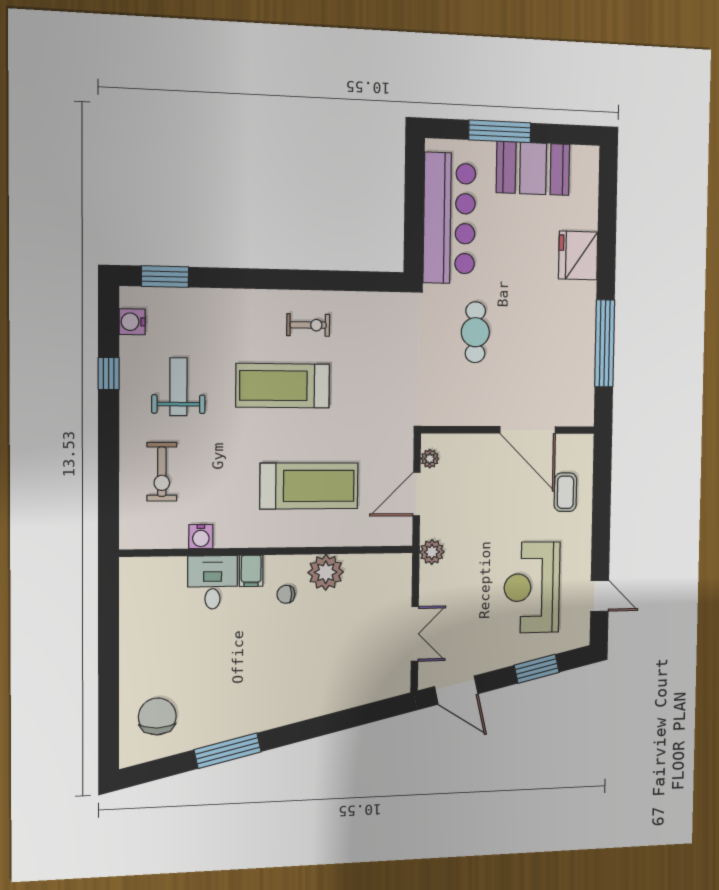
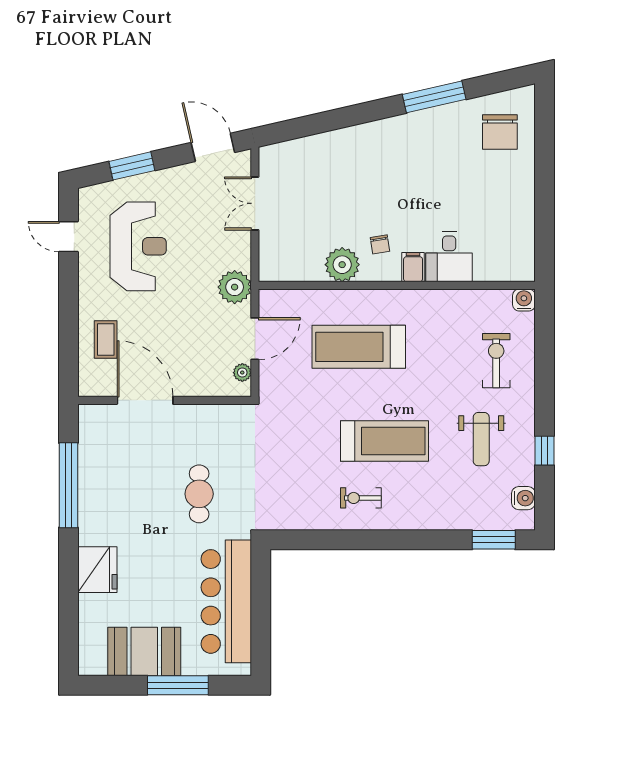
water cooler: (201, 537) -> (524, 300), moved
plant: (432, 552) -> (235, 287), width x1.36, depth x1.36
chair: (286, 594) -> (380, 244), turned 81

